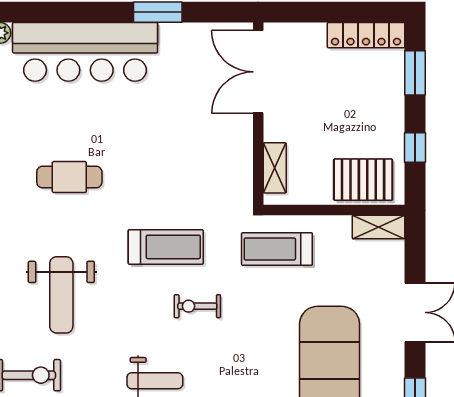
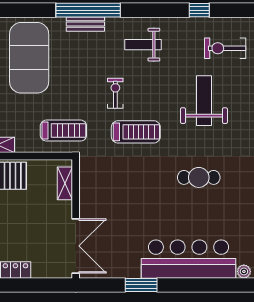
treadmill: (166, 247) -> (136, 132), turned 180
exercise bike: (197, 306) -> (115, 93), turned -90

